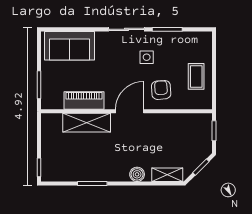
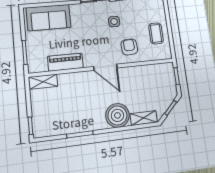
door: (130, 111) -> (105, 67), swing flipped
shelving: (87, 123) -> (43, 82), moved, width x0.67, depth x0.75
boiler: (137, 174) -> (117, 115), width x1.86, depth x1.86

